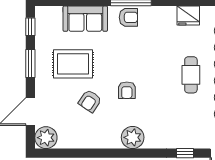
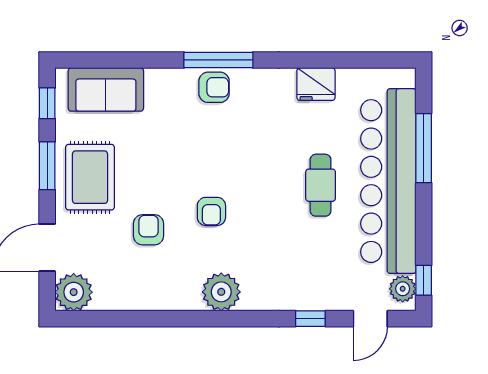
sofa: (85, 19) -> (106, 89), moved
rug: (73, 64) -> (90, 177), moved, turned 90
armchair: (90, 101) -> (149, 230), turned 146

